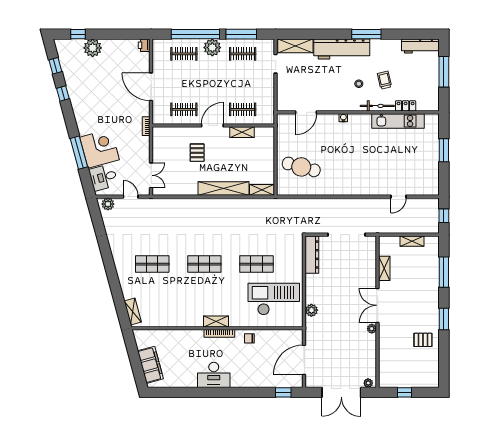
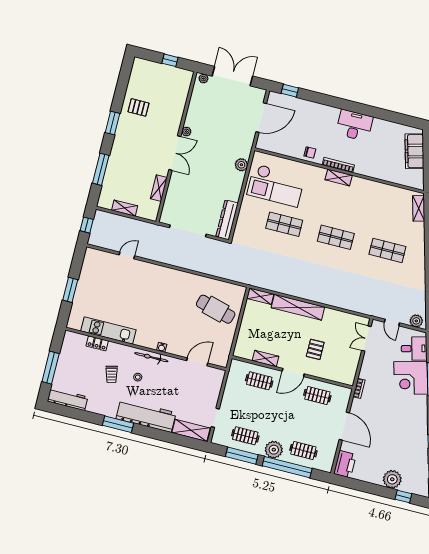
printer: (144, 45) -> (345, 464), width x1.87, depth x1.48
bicycle: (377, 106) -> (151, 357), moved

